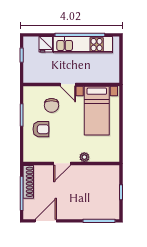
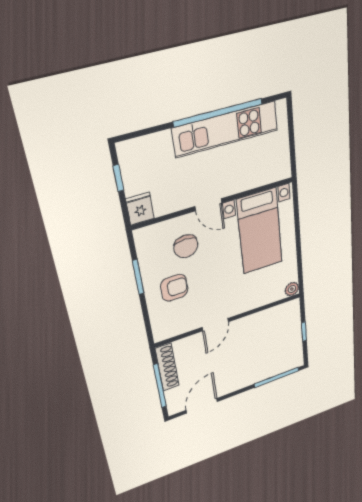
fridge: (46, 44) -> (140, 209), moved, turned 180
plant: (84, 157) -> (292, 289), moved

